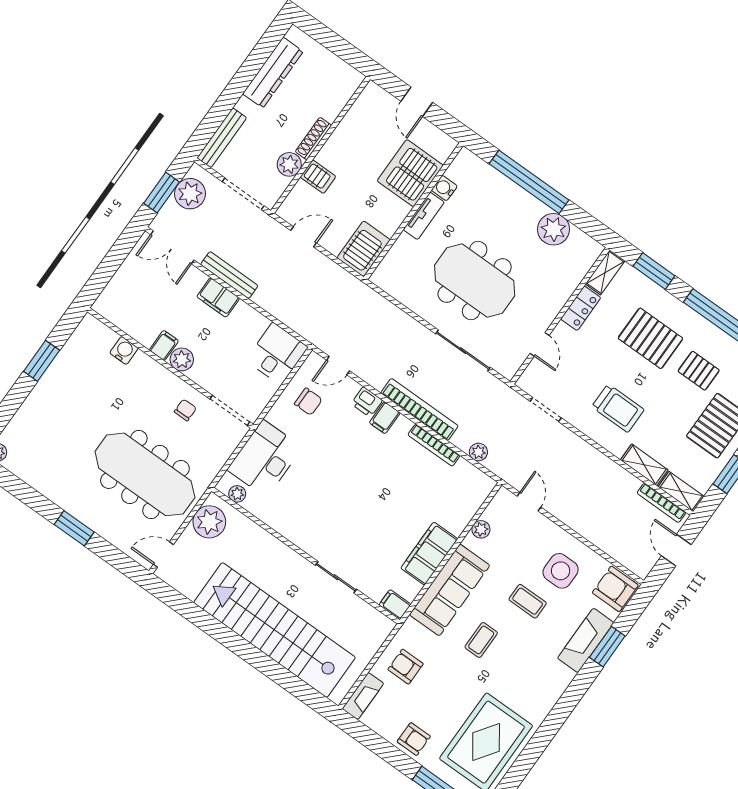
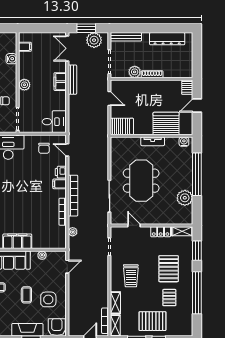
server rack: (318, 177) -> (187, 87), moved
water cooler: (444, 188) -> (184, 142), moved
door: (540, 344) -> (134, 225), swing flipped
filing cabinet: (164, 345) -> (25, 47), moved

